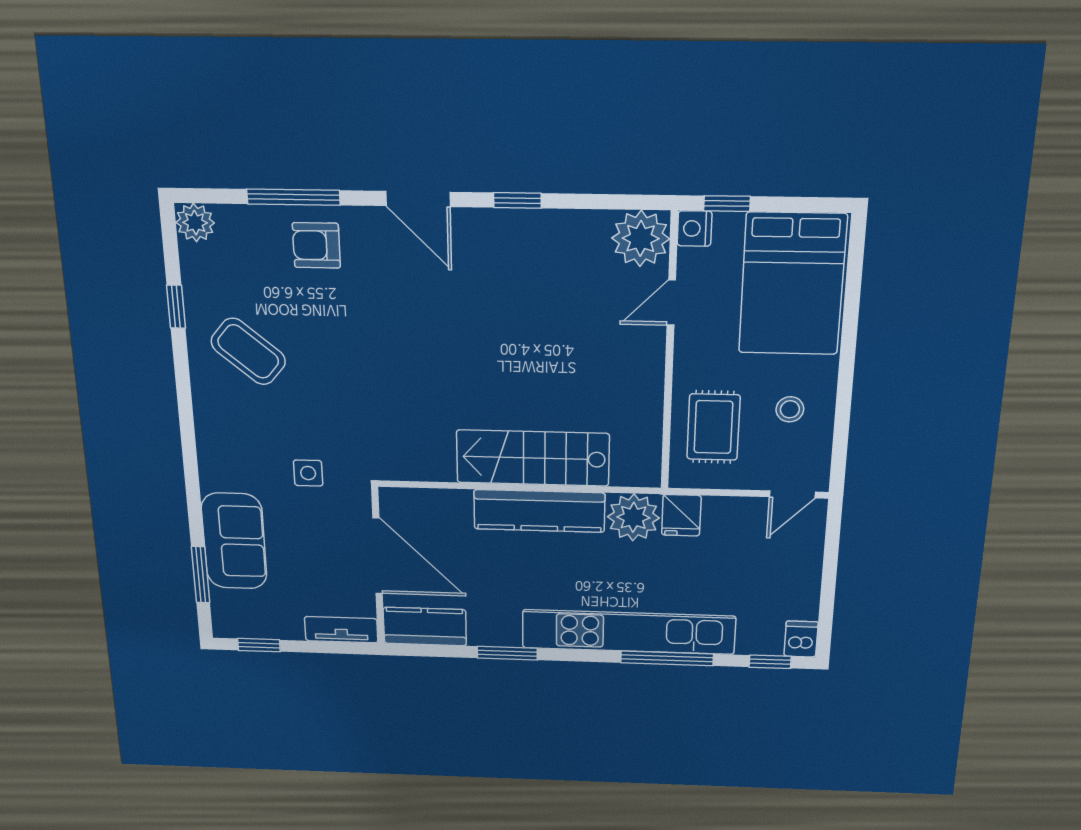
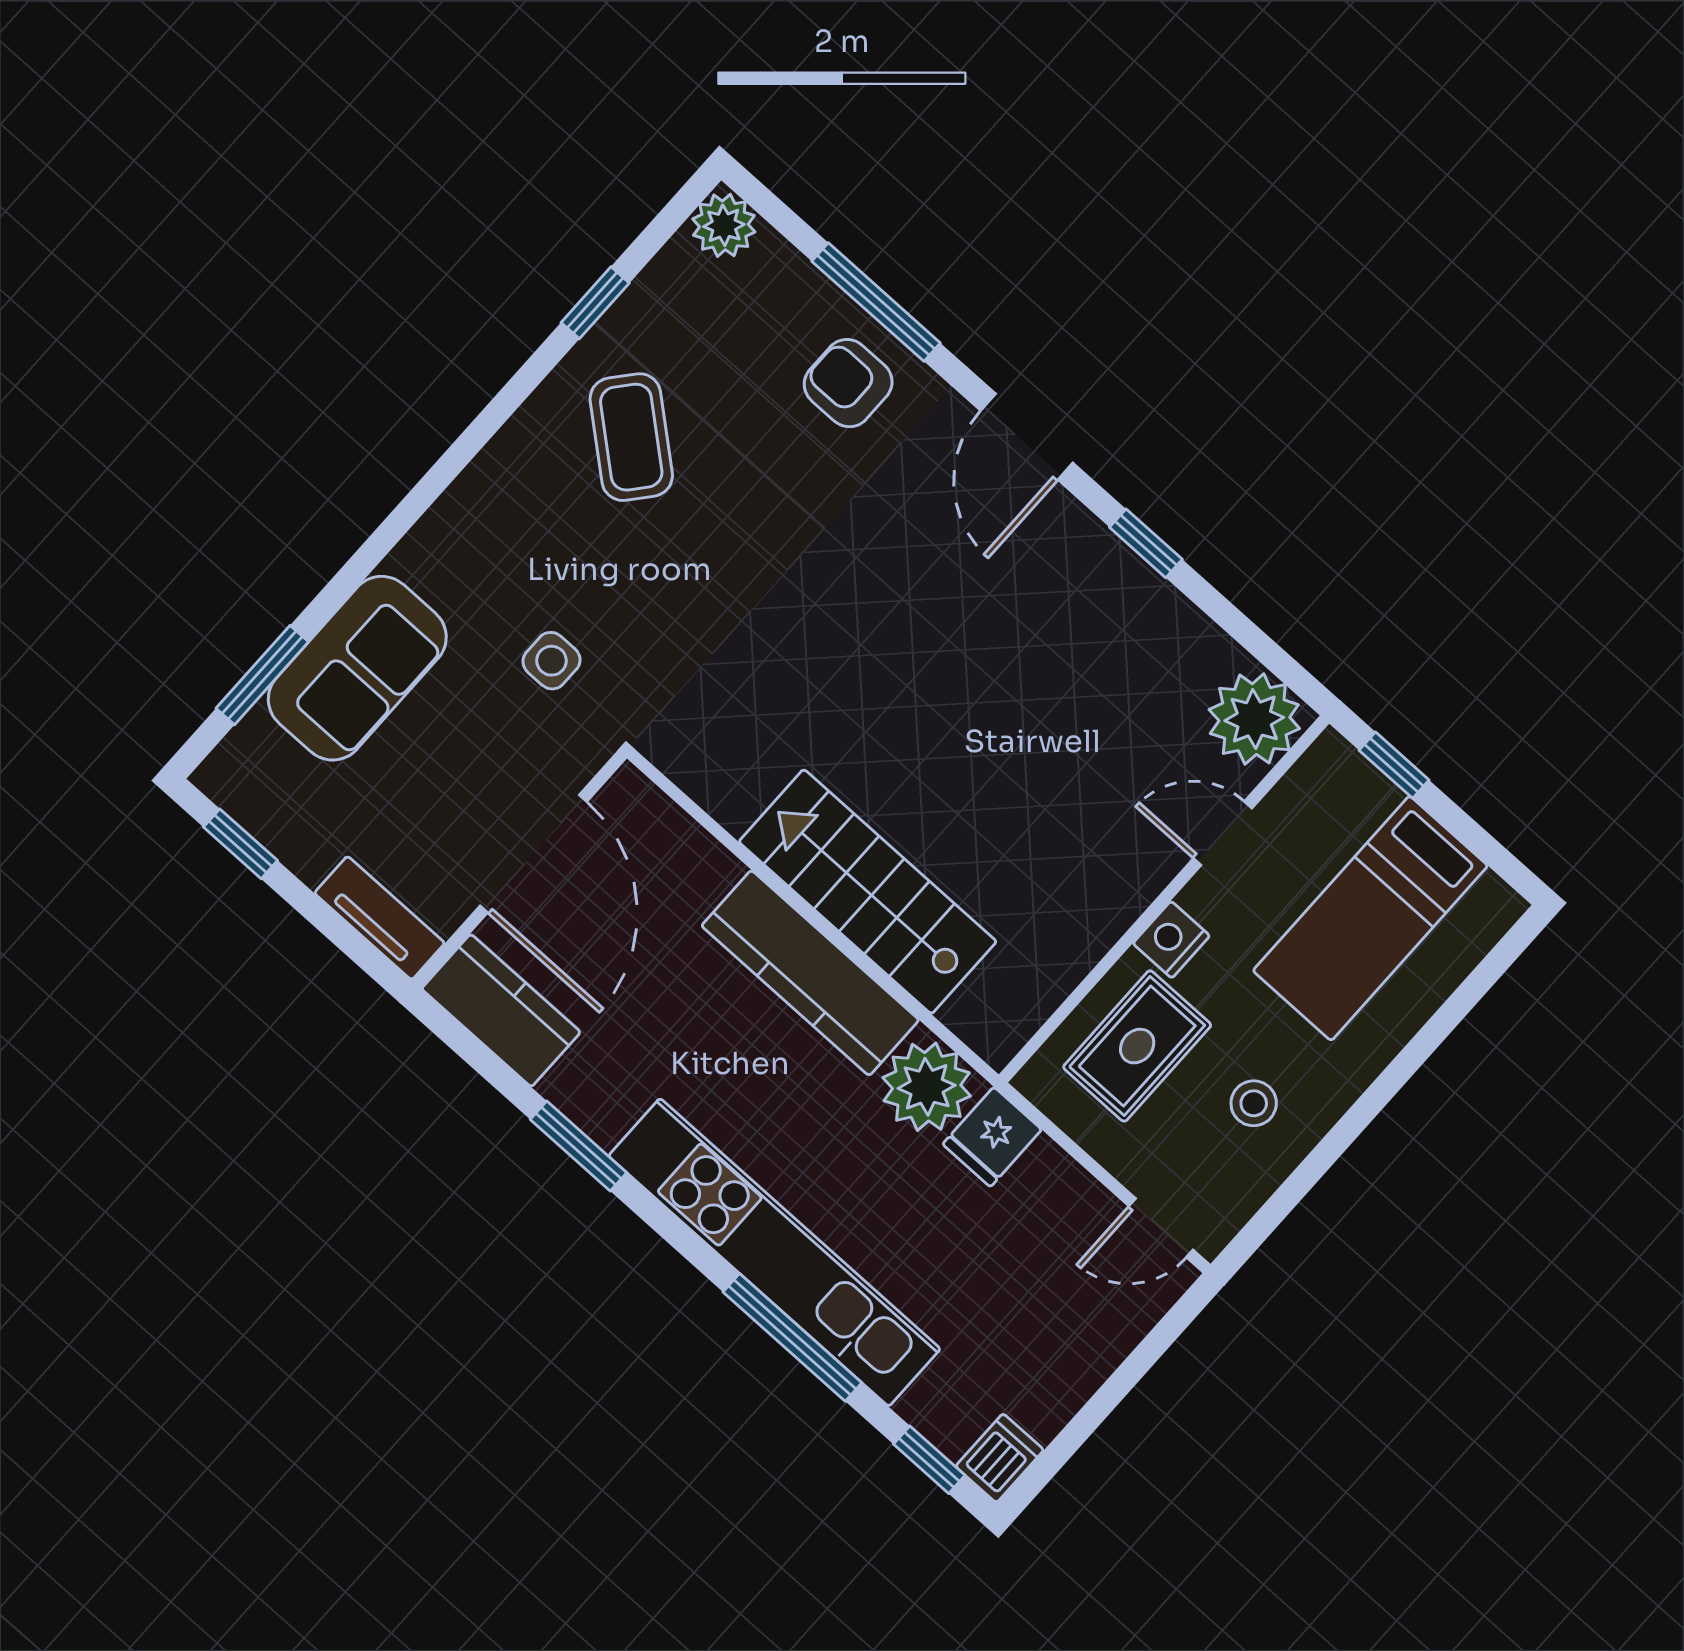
nightstand: (694, 229) -> (1171, 940), moved
bed: (792, 284) -> (1370, 918), width x0.67

